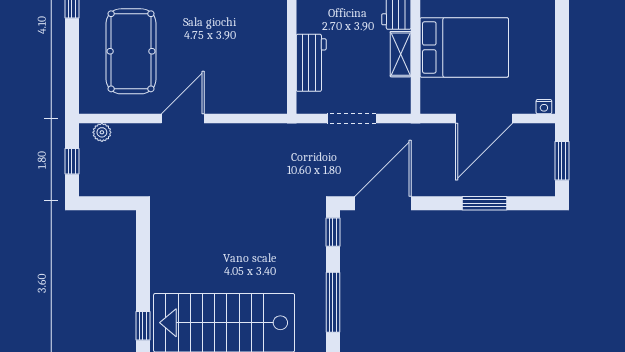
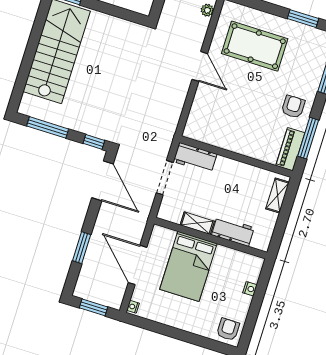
workbench: (311, 63) -> (195, 158), moved

